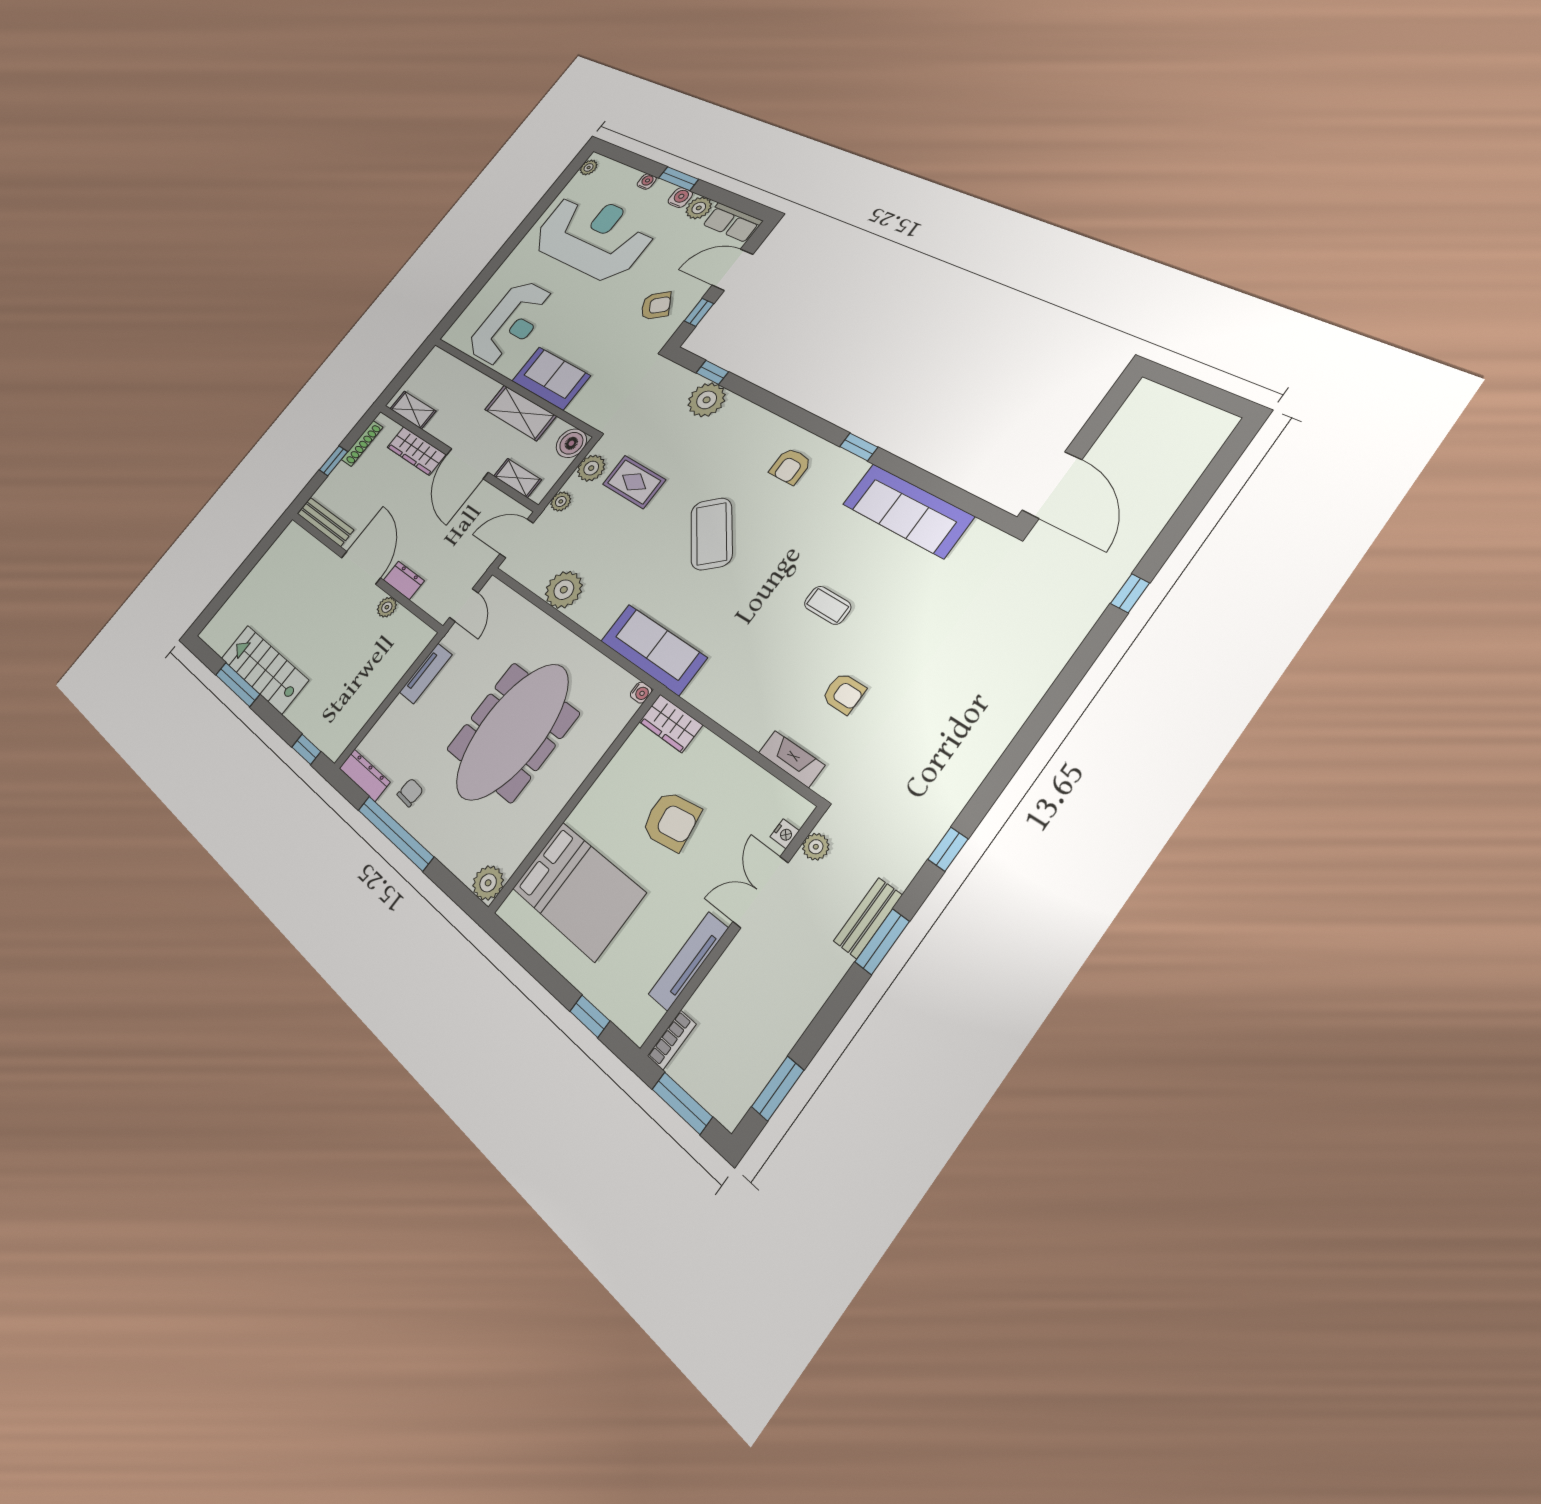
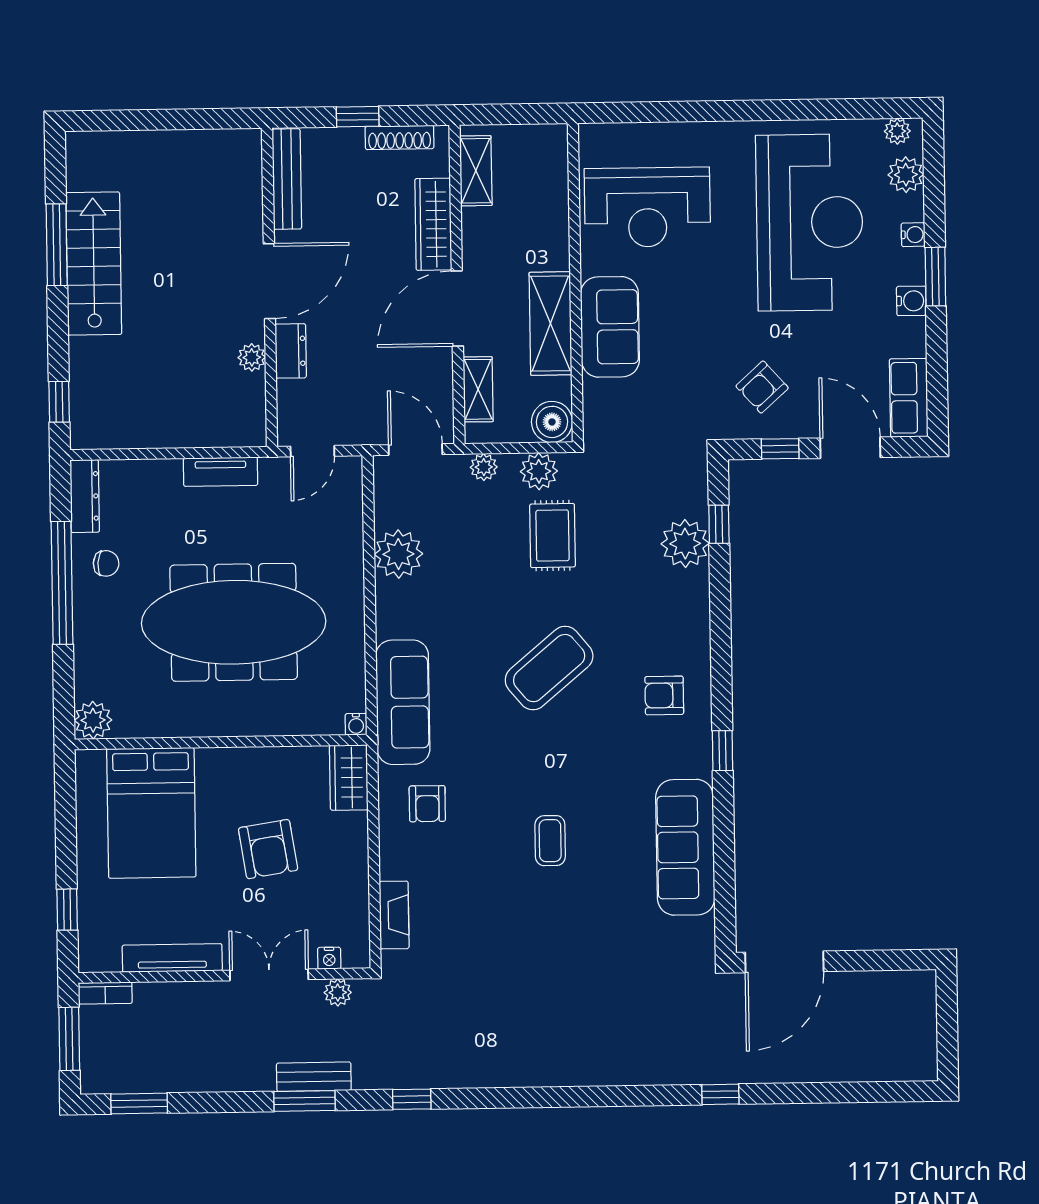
plant: (699, 208) -> (906, 175), moved
armchair: (656, 306) -> (762, 387), turned 82
armchair: (844, 693) -> (427, 804), moved

